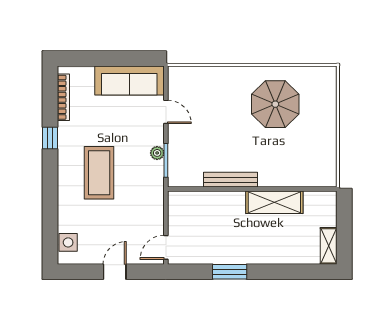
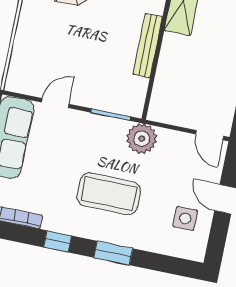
plant: (157, 153) -> (142, 139), moved, width x1.88, depth x1.88
window: (50, 187) -> (113, 253), added
side table: (68, 242) -> (185, 218), moved

